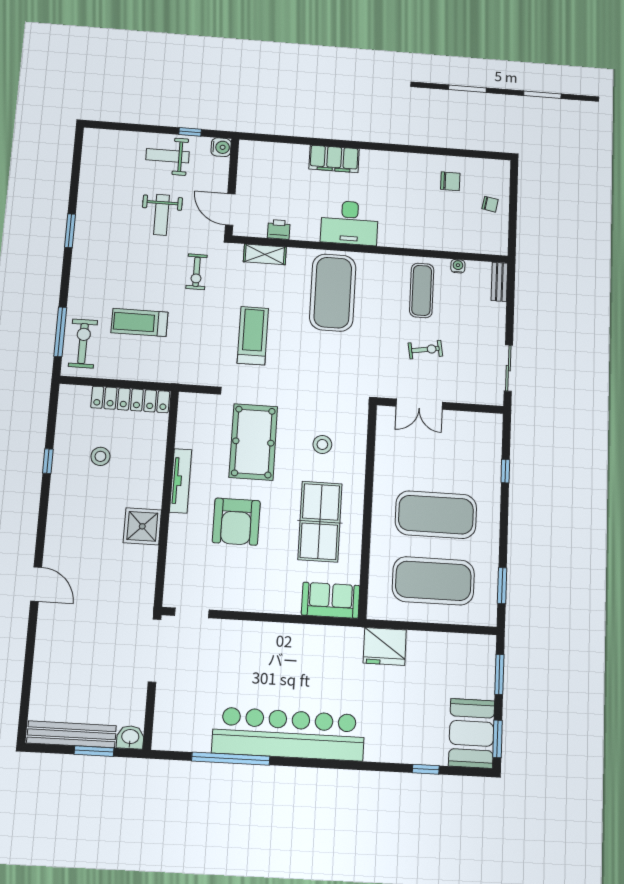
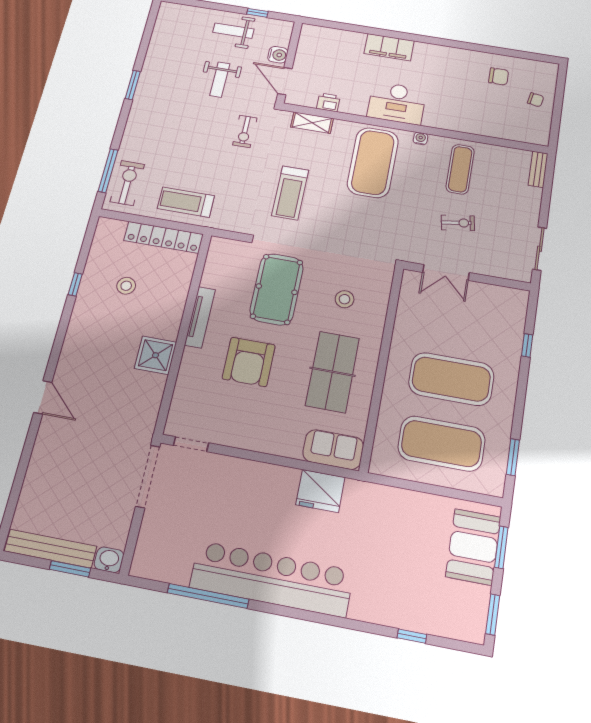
water cooler: (221, 147) -> (278, 55), moved
water cooler: (458, 266) -> (421, 138), moved
treadmill: (139, 322) -> (186, 202), moved
treadmill: (253, 336) -> (290, 193), turned 180
fridge: (385, 646) -> (320, 491), moved
booth: (472, 733) -> (473, 547), moved

